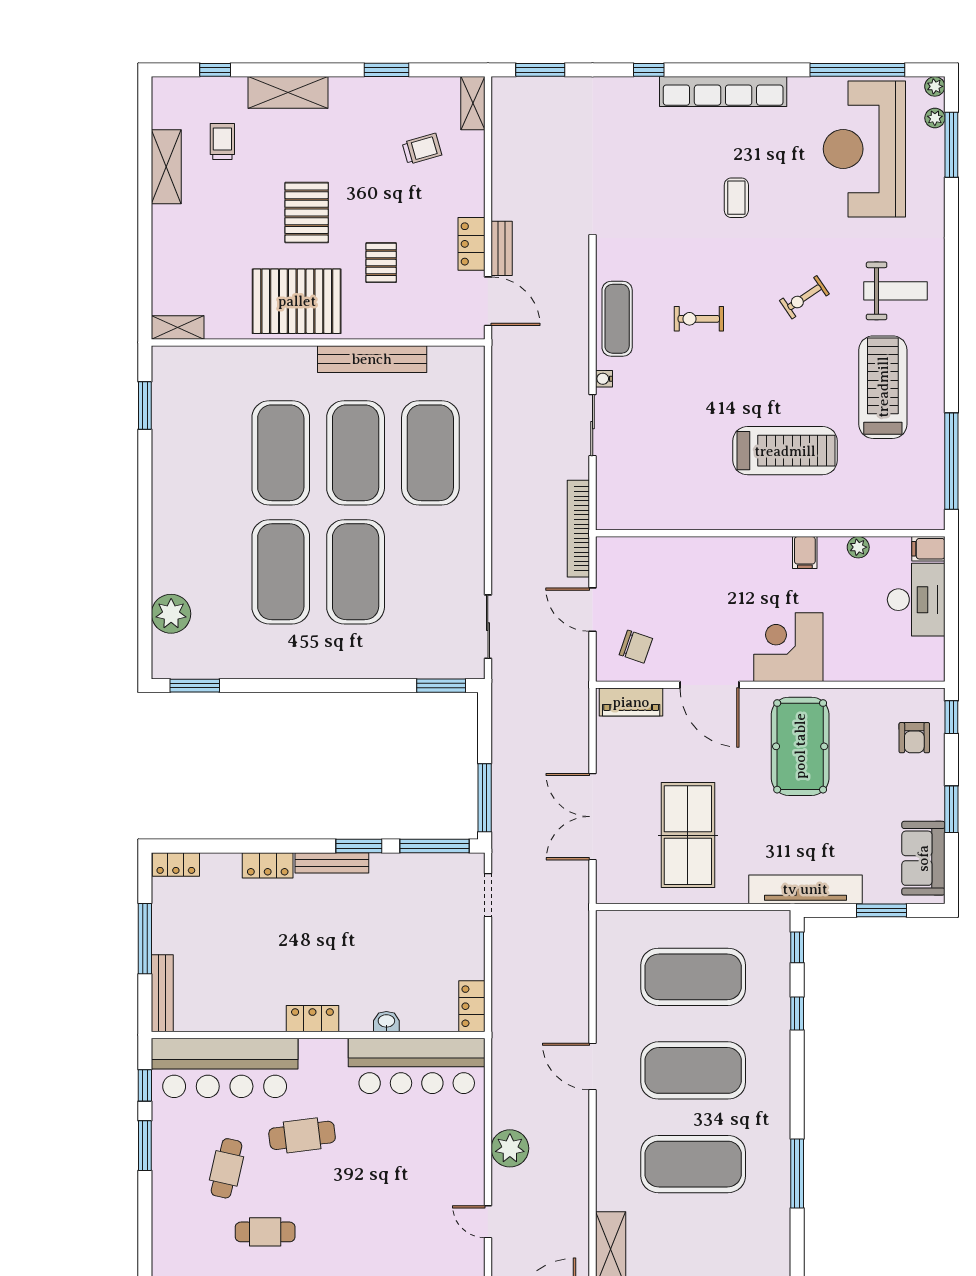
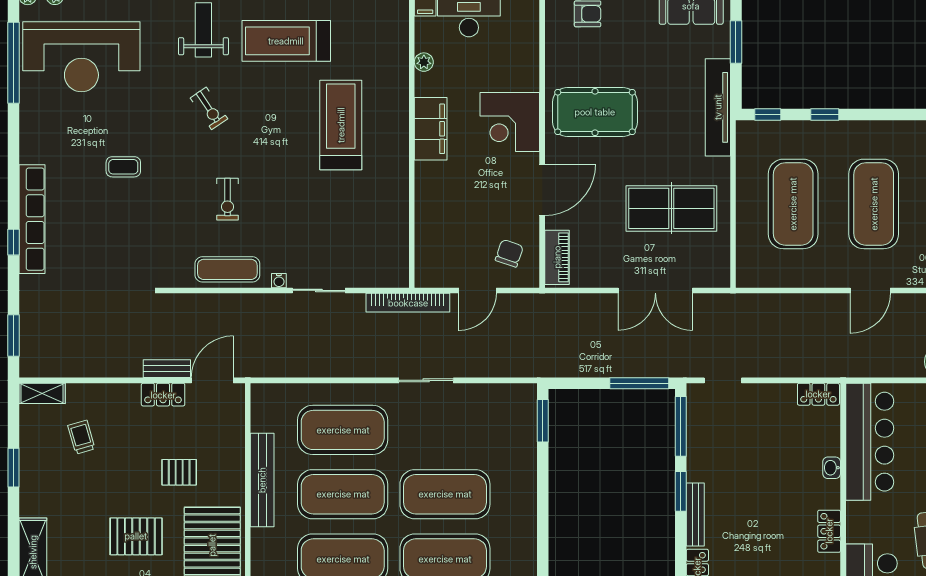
row of seats: (723, 92) -> (32, 219), moved
filing cabinet: (805, 553) -> (431, 129), width x3.00, depth x1.17
sliding door: (488, 627) -> (426, 380), moved

